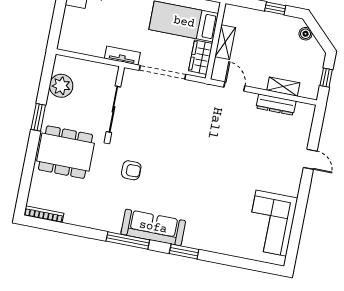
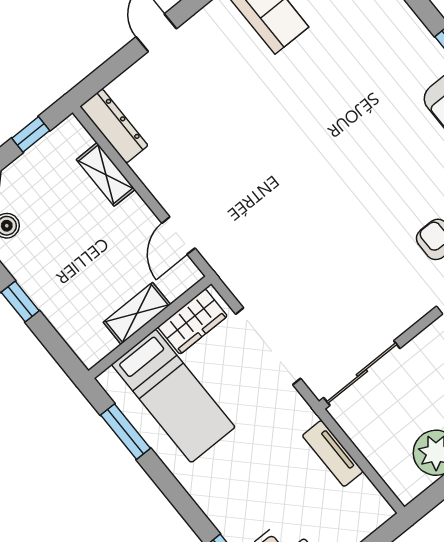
tv unit: (122, 55) -> (333, 453), moved
dresser: (276, 105) -> (114, 126), moved
sliding door: (113, 109) -> (362, 373), moved

